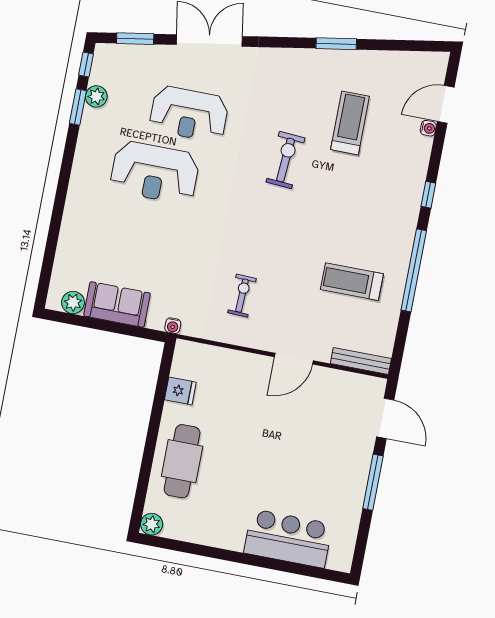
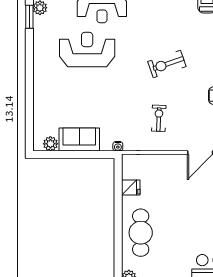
exercise bike: (286, 160) -> (167, 64), moved, turned -113
reception desk: (155, 172) -> (87, 50), turned 180

